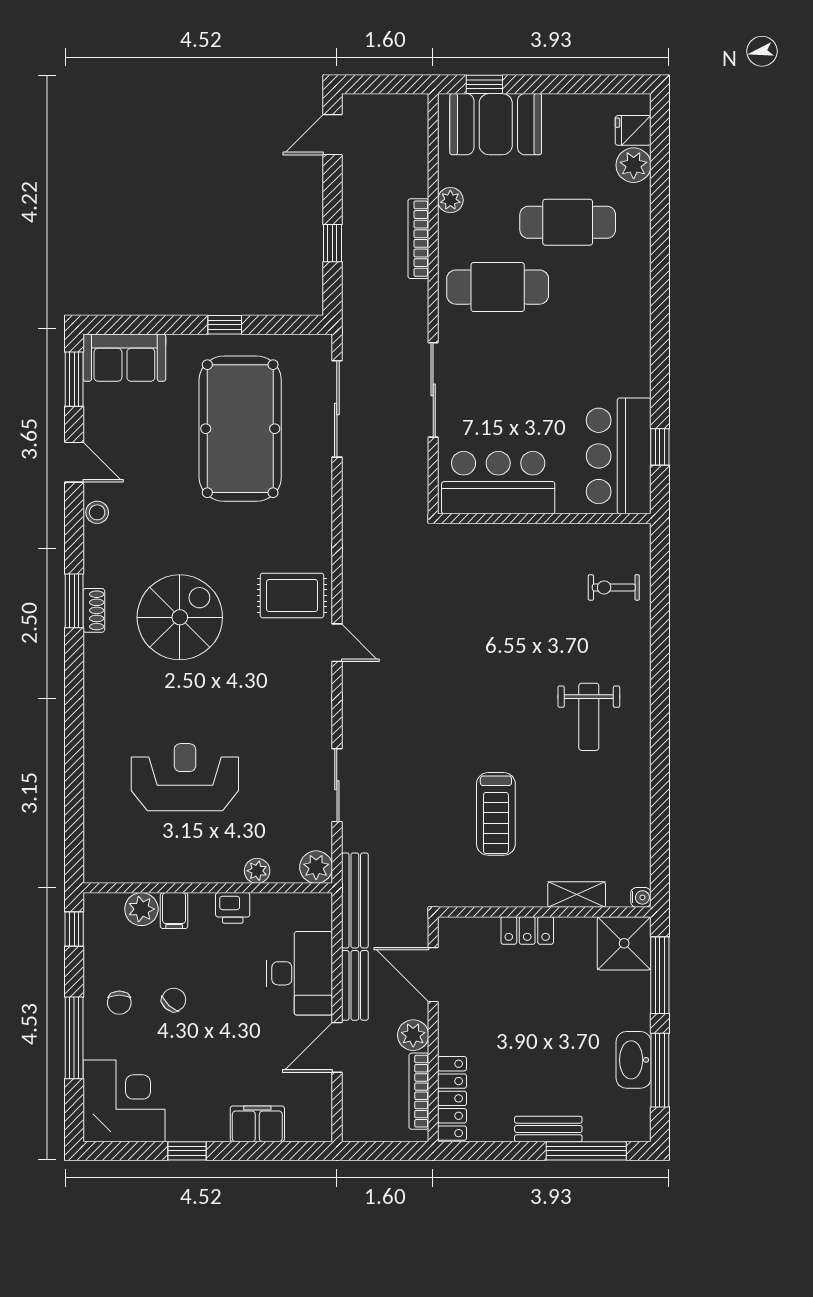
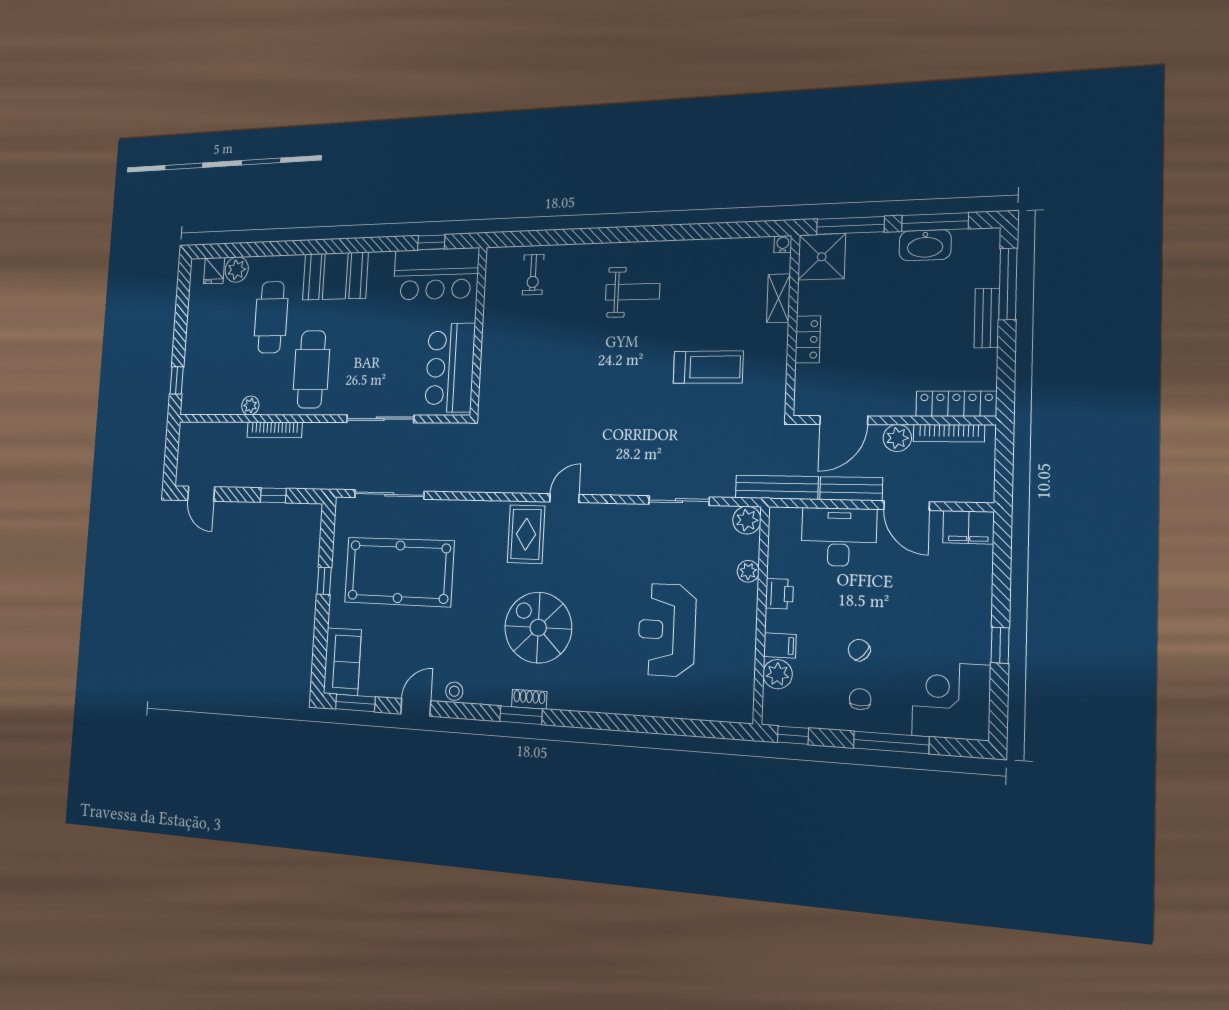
booth: (496, 124) -> (335, 276), moved, turned 90
chair: (119, 1003) -> (860, 699), turned -90
filing cabinet: (257, 1124) -> (969, 527), moved, turned -90

